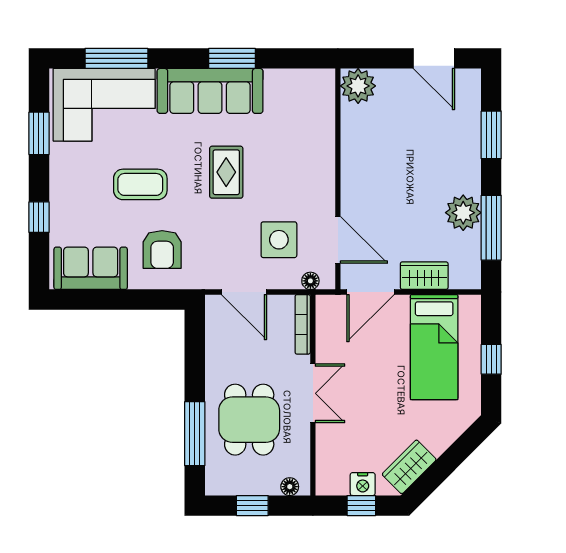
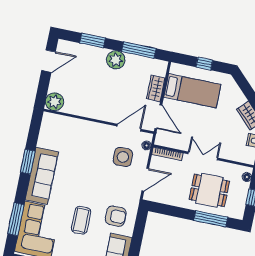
rug: (226, 172) -> (84, 176), removed
plant: (463, 213) -> (116, 60), moved

